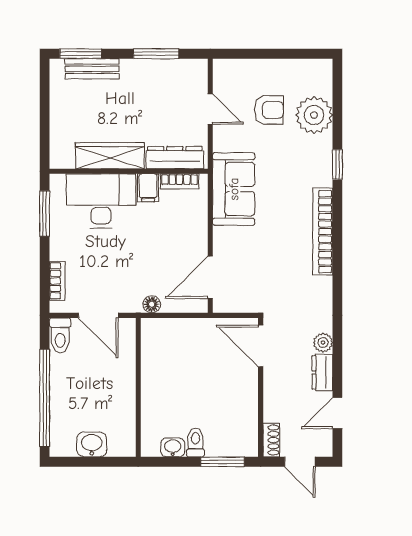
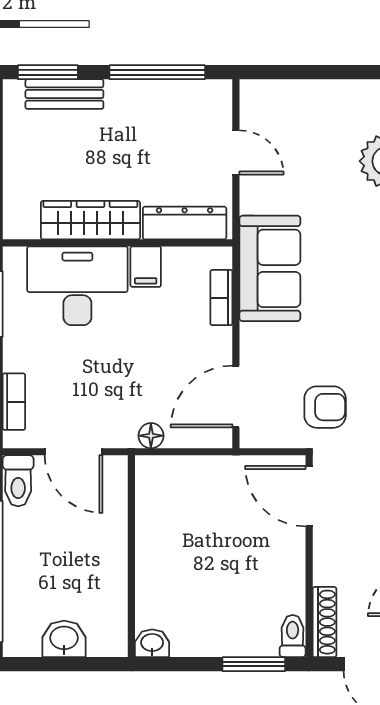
window: (156, 54) -> (157, 72), width x1.44
armchair: (269, 110) -> (325, 407), moved
bookcase: (180, 181) -> (221, 298), moved, turned 90
shoe rack: (271, 440) -> (324, 622), width x1.43
toilet: (195, 442) -> (293, 636), moved
washbasin: (173, 447) -> (152, 643), moved

